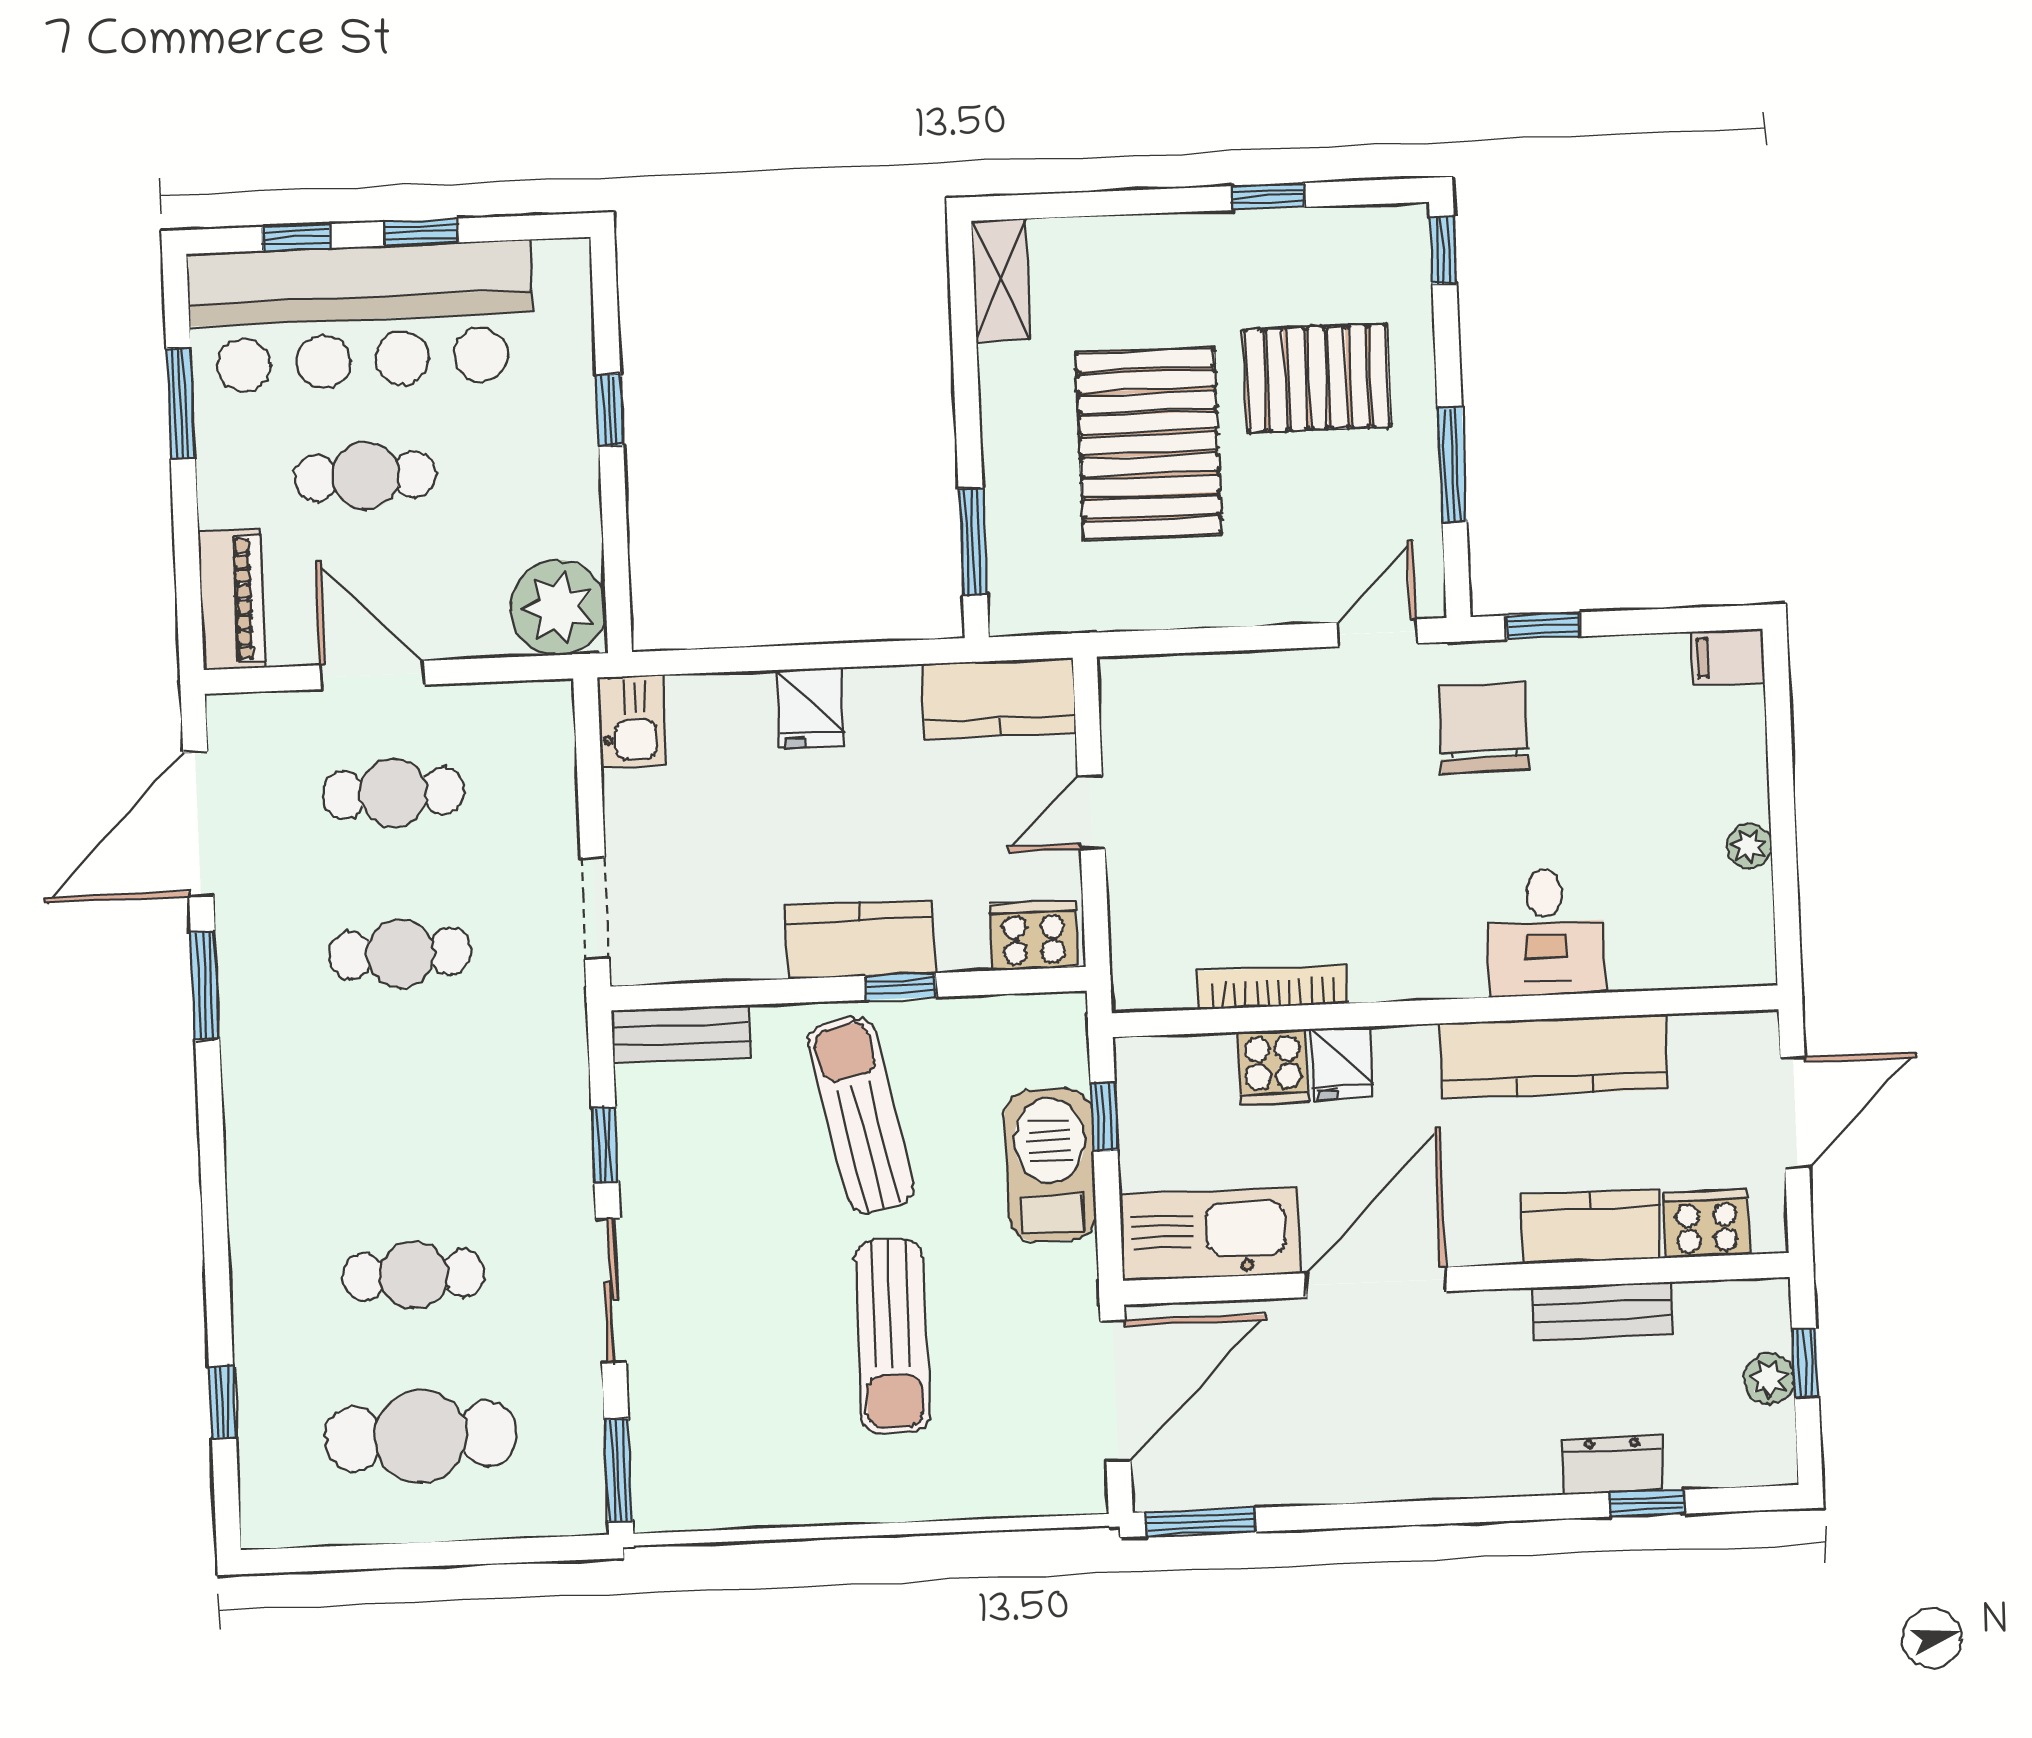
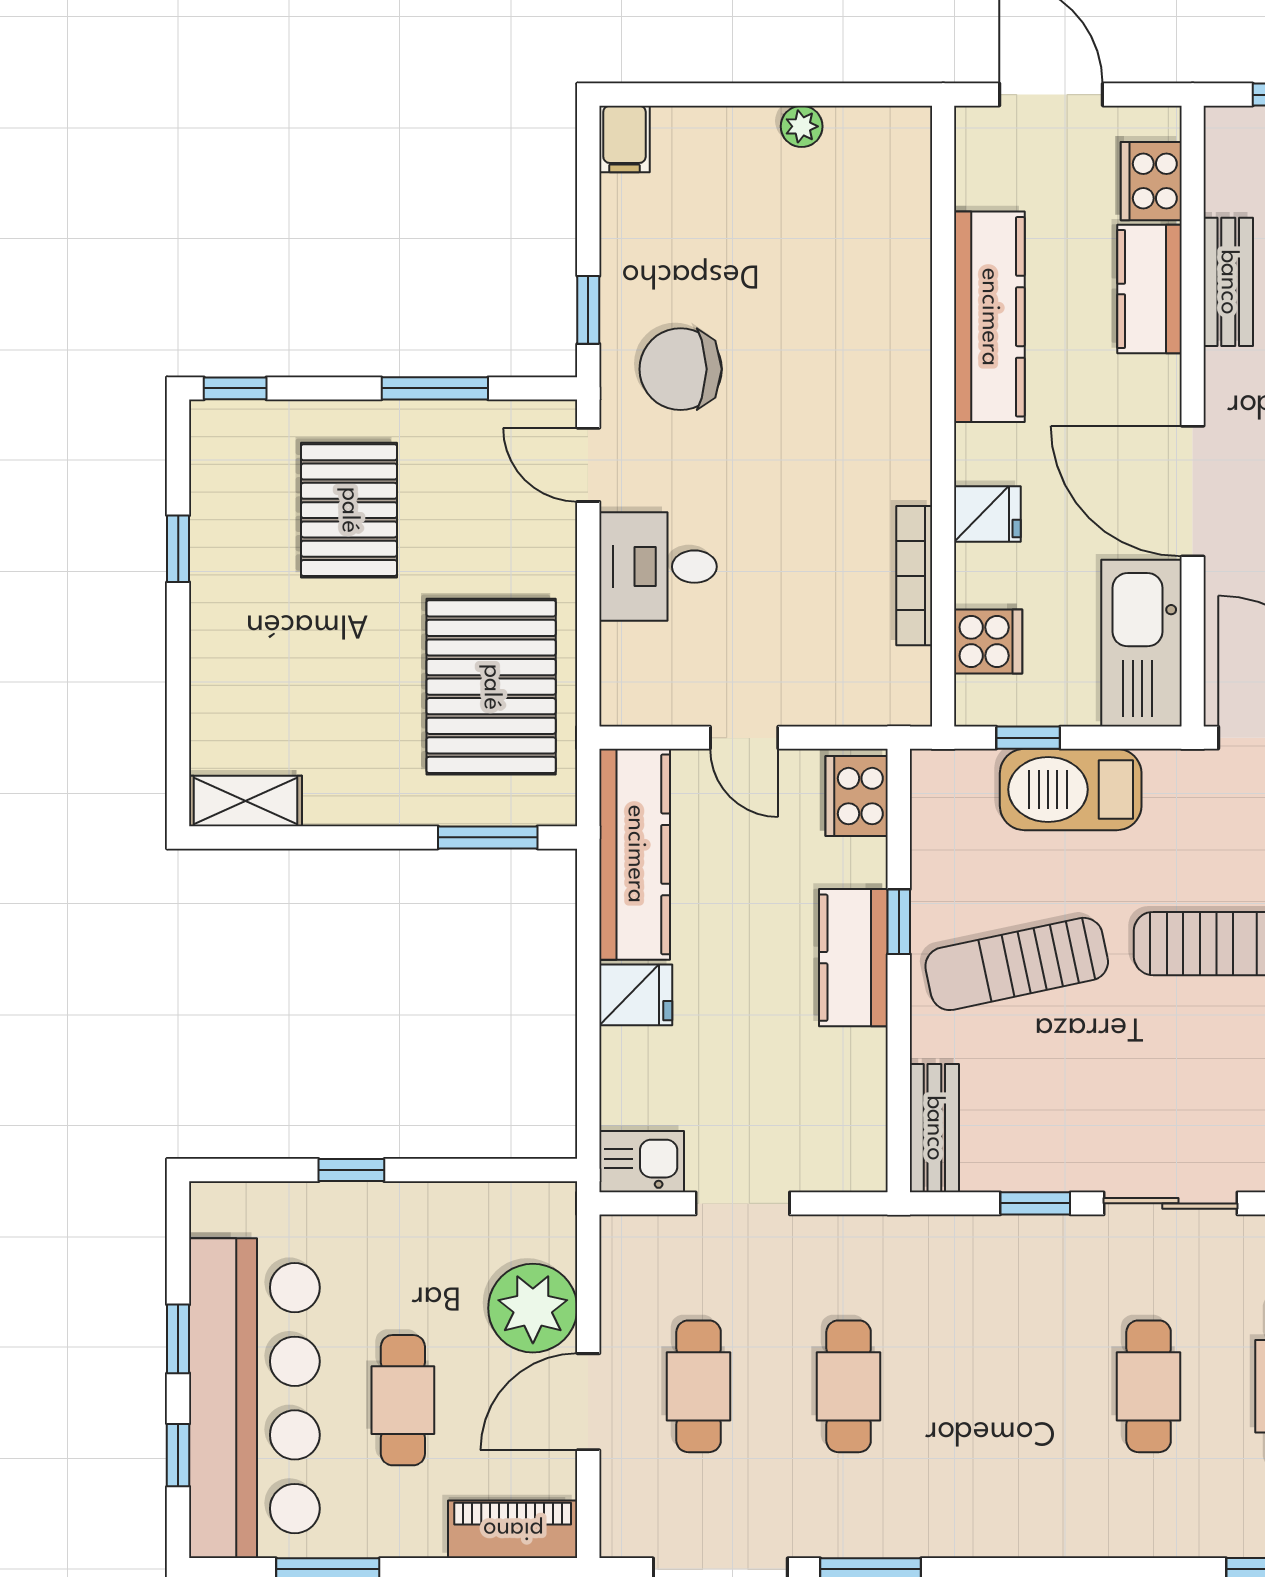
pallet: (1149, 444) -> (491, 687), moved, turned 90
plant: (558, 608) -> (533, 1308), moved
kitchen counter: (999, 698) -> (635, 854), width x1.50
doorway: (595, 909) -> (743, 1203), moved
desk: (1546, 932) -> (658, 567), moved, turned 180
cooker: (1273, 1067) -> (988, 641), moved

